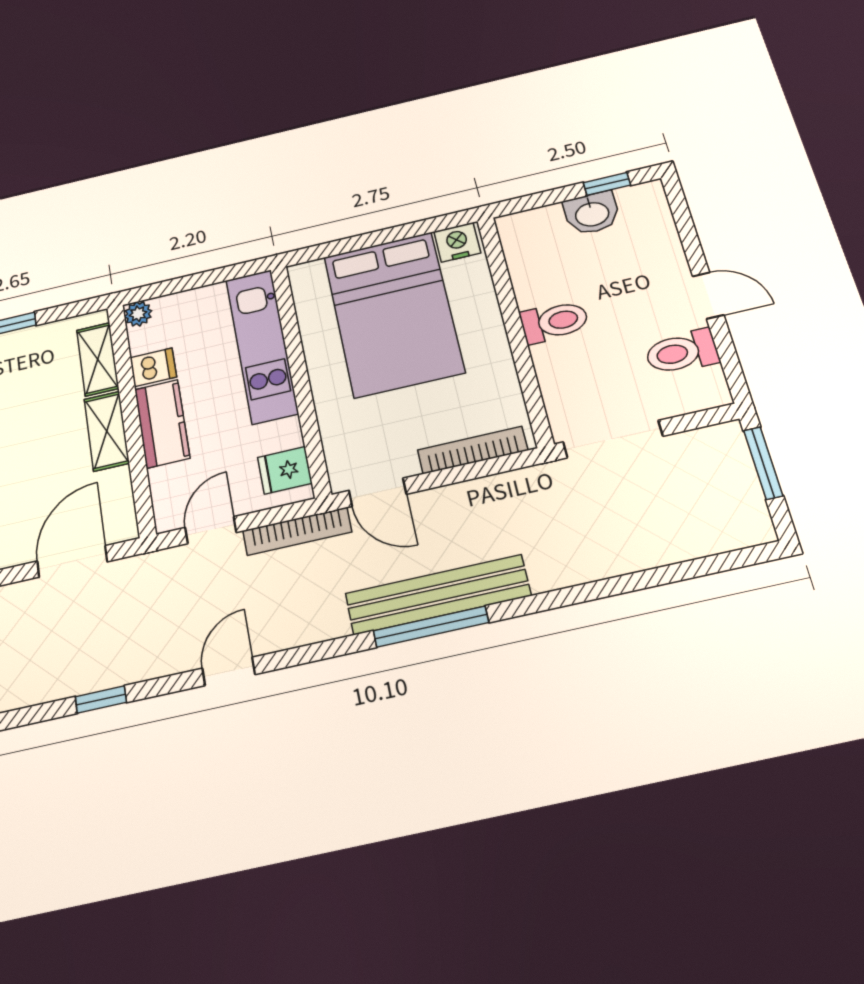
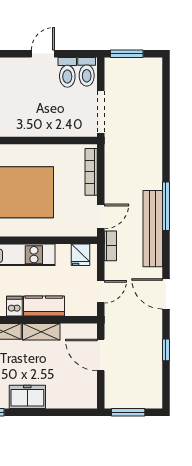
toilet: (554, 322) -> (87, 72), moved, turned 180
door: (211, 530) -> (101, 292), swing flipped
bookcase: (297, 531) -> (110, 246), width x0.64
bench: (438, 595) -> (153, 229), moved
door: (229, 671) -> (166, 294), width x1.37

